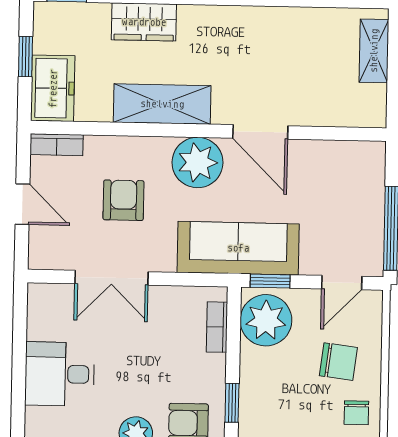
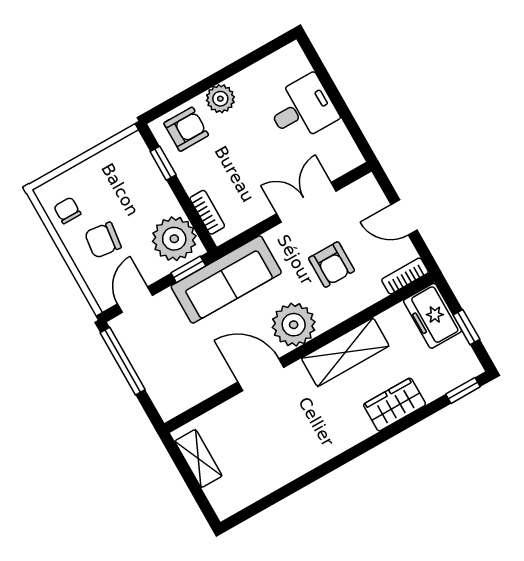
shelving: (374, 51) -> (198, 459), moved

